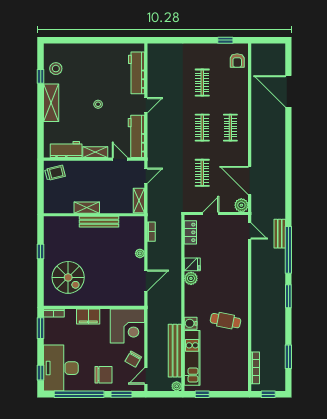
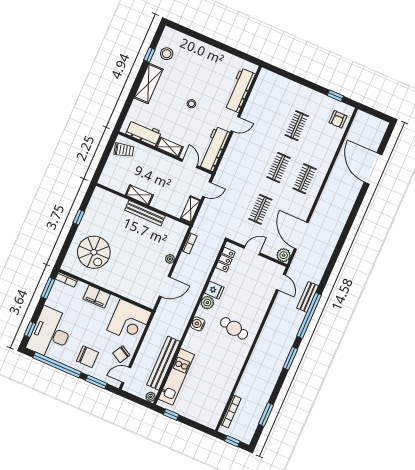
cafe table: (226, 321) -> (234, 328), moved
water cooler: (191, 323) -> (198, 324), moved

